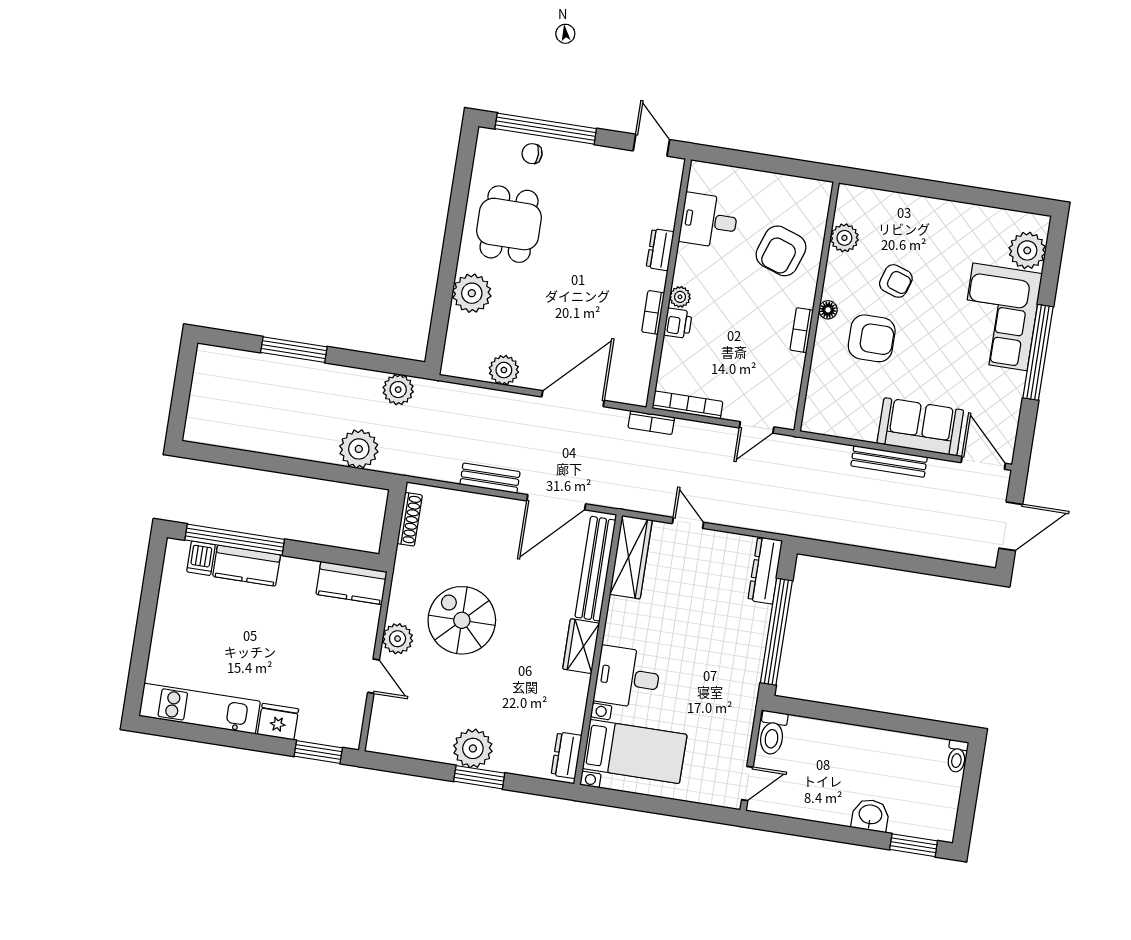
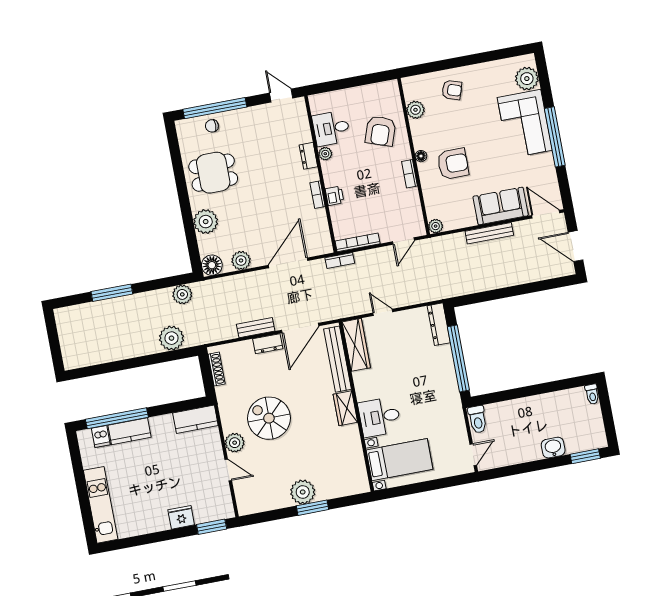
dining table: (509, 224) -> (213, 173), turned 90
armchair: (896, 281) -> (452, 90), moved
plant: (680, 297) -> (325, 154), moved
floor lamp: (458, 362) -> (212, 265), added
plant: (813, 422) -> (436, 226), added
door: (1011, 526) -> (575, 246), swing flipped
kitchen unit: (200, 709) -> (101, 505), moved, turned 90
dresser: (567, 755) -> (268, 344), moved, turned -90

